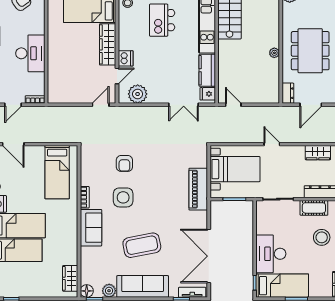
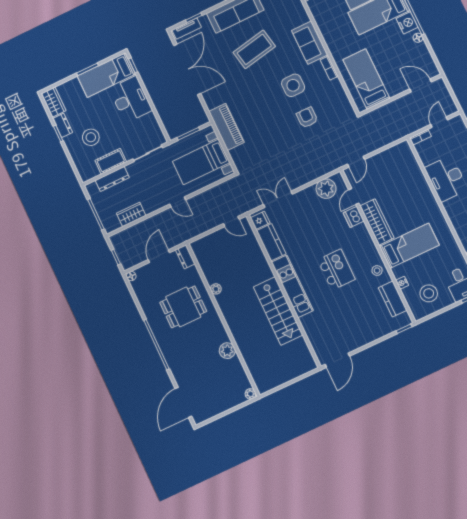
dining table: (310, 51) -> (183, 307), width x0.73

